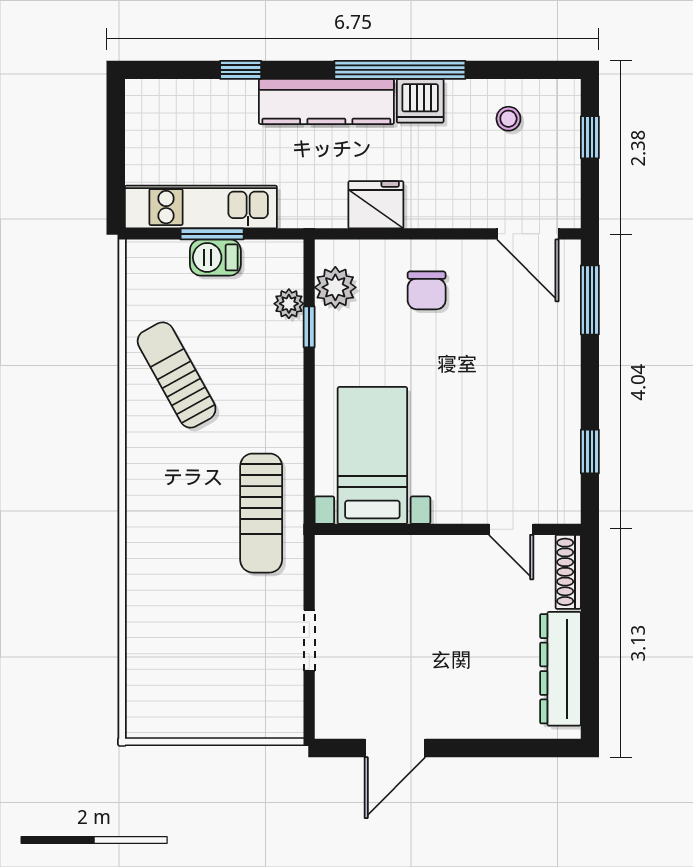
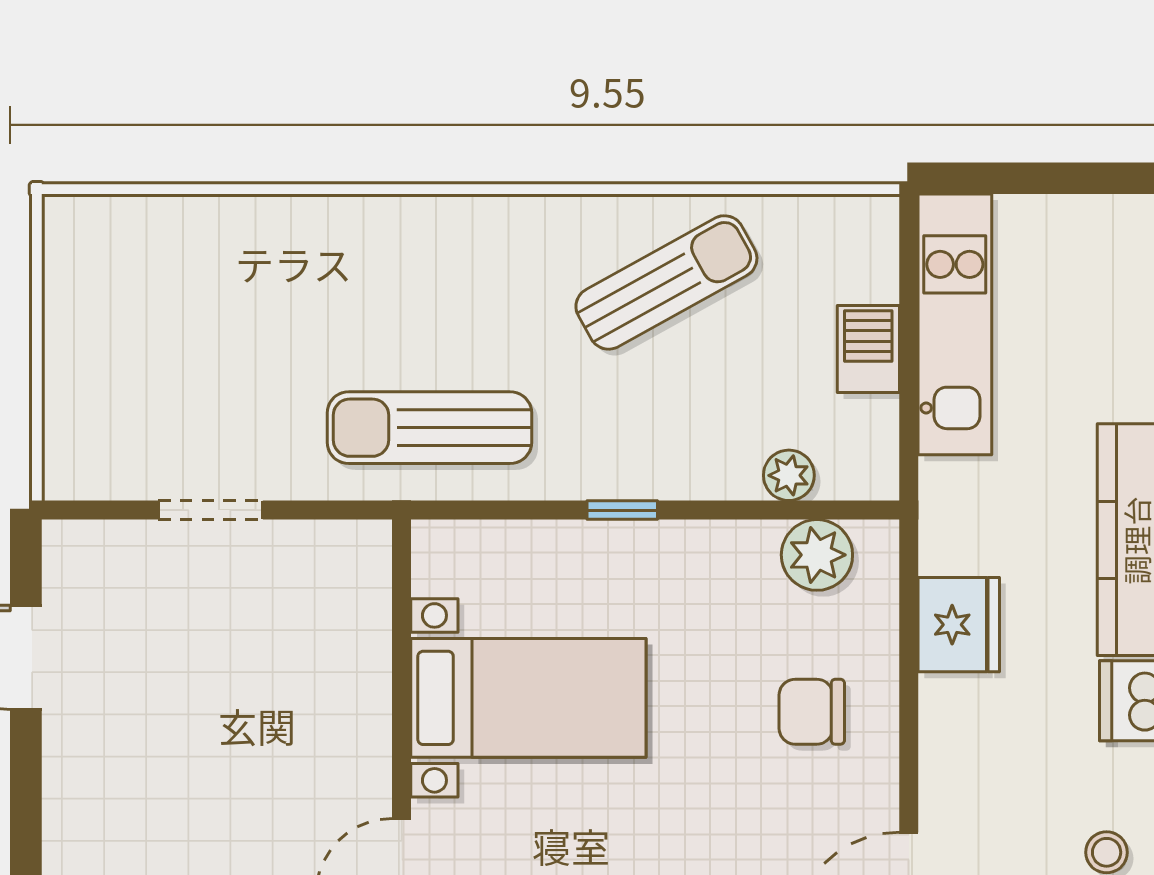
window: (212, 234) -> (909, 343), removed
window: (309, 327) -> (622, 510), moved
bed with nightstands: (372, 455) -> (528, 698), moved

